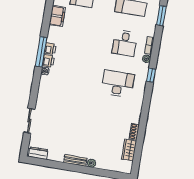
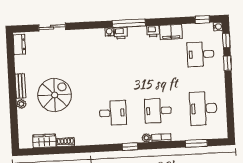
printer: (50, 49) -> (153, 31), moved
desk: (118, 84) -> (113, 113), width x0.73
spiral stairs: (90, 132) -> (55, 95), added

